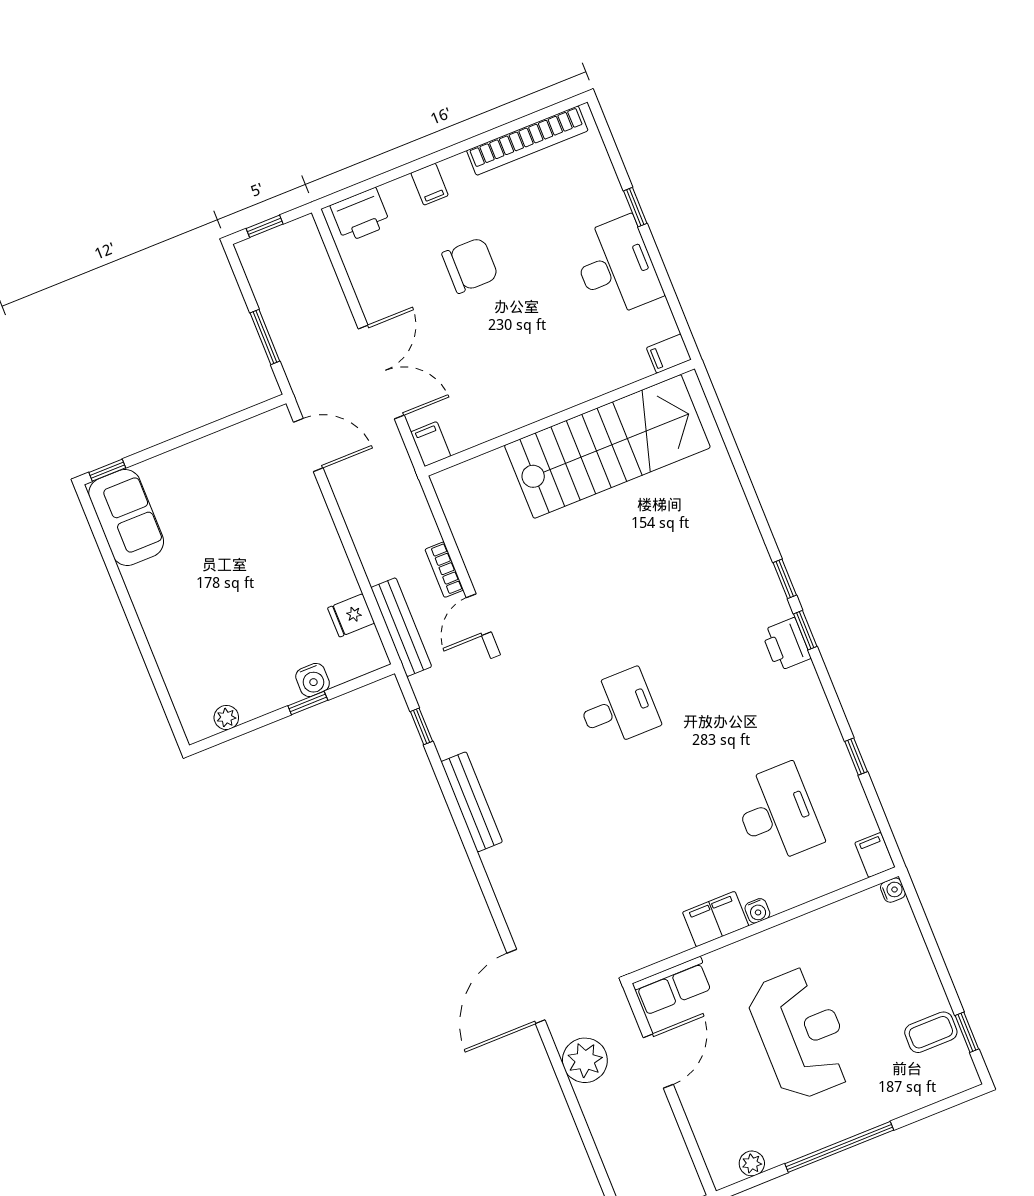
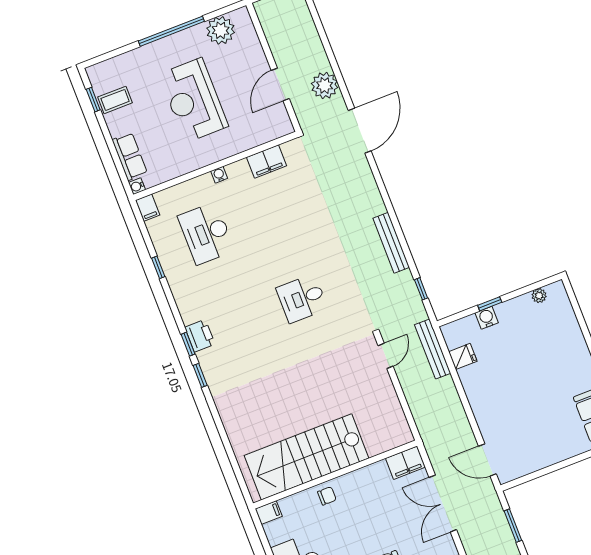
chair: (573, 382) -> (327, 496), added
filing cabinet: (431, 444) -> (405, 463), width x2.00
bookcase: (444, 570) -> (406, 383), removed
filing cabinet: (716, 919) -> (267, 161), moved
row of seats: (673, 986) -> (130, 156), moved, turned 90
plant: (752, 1163) -> (221, 30), width x1.88, depth x1.88

